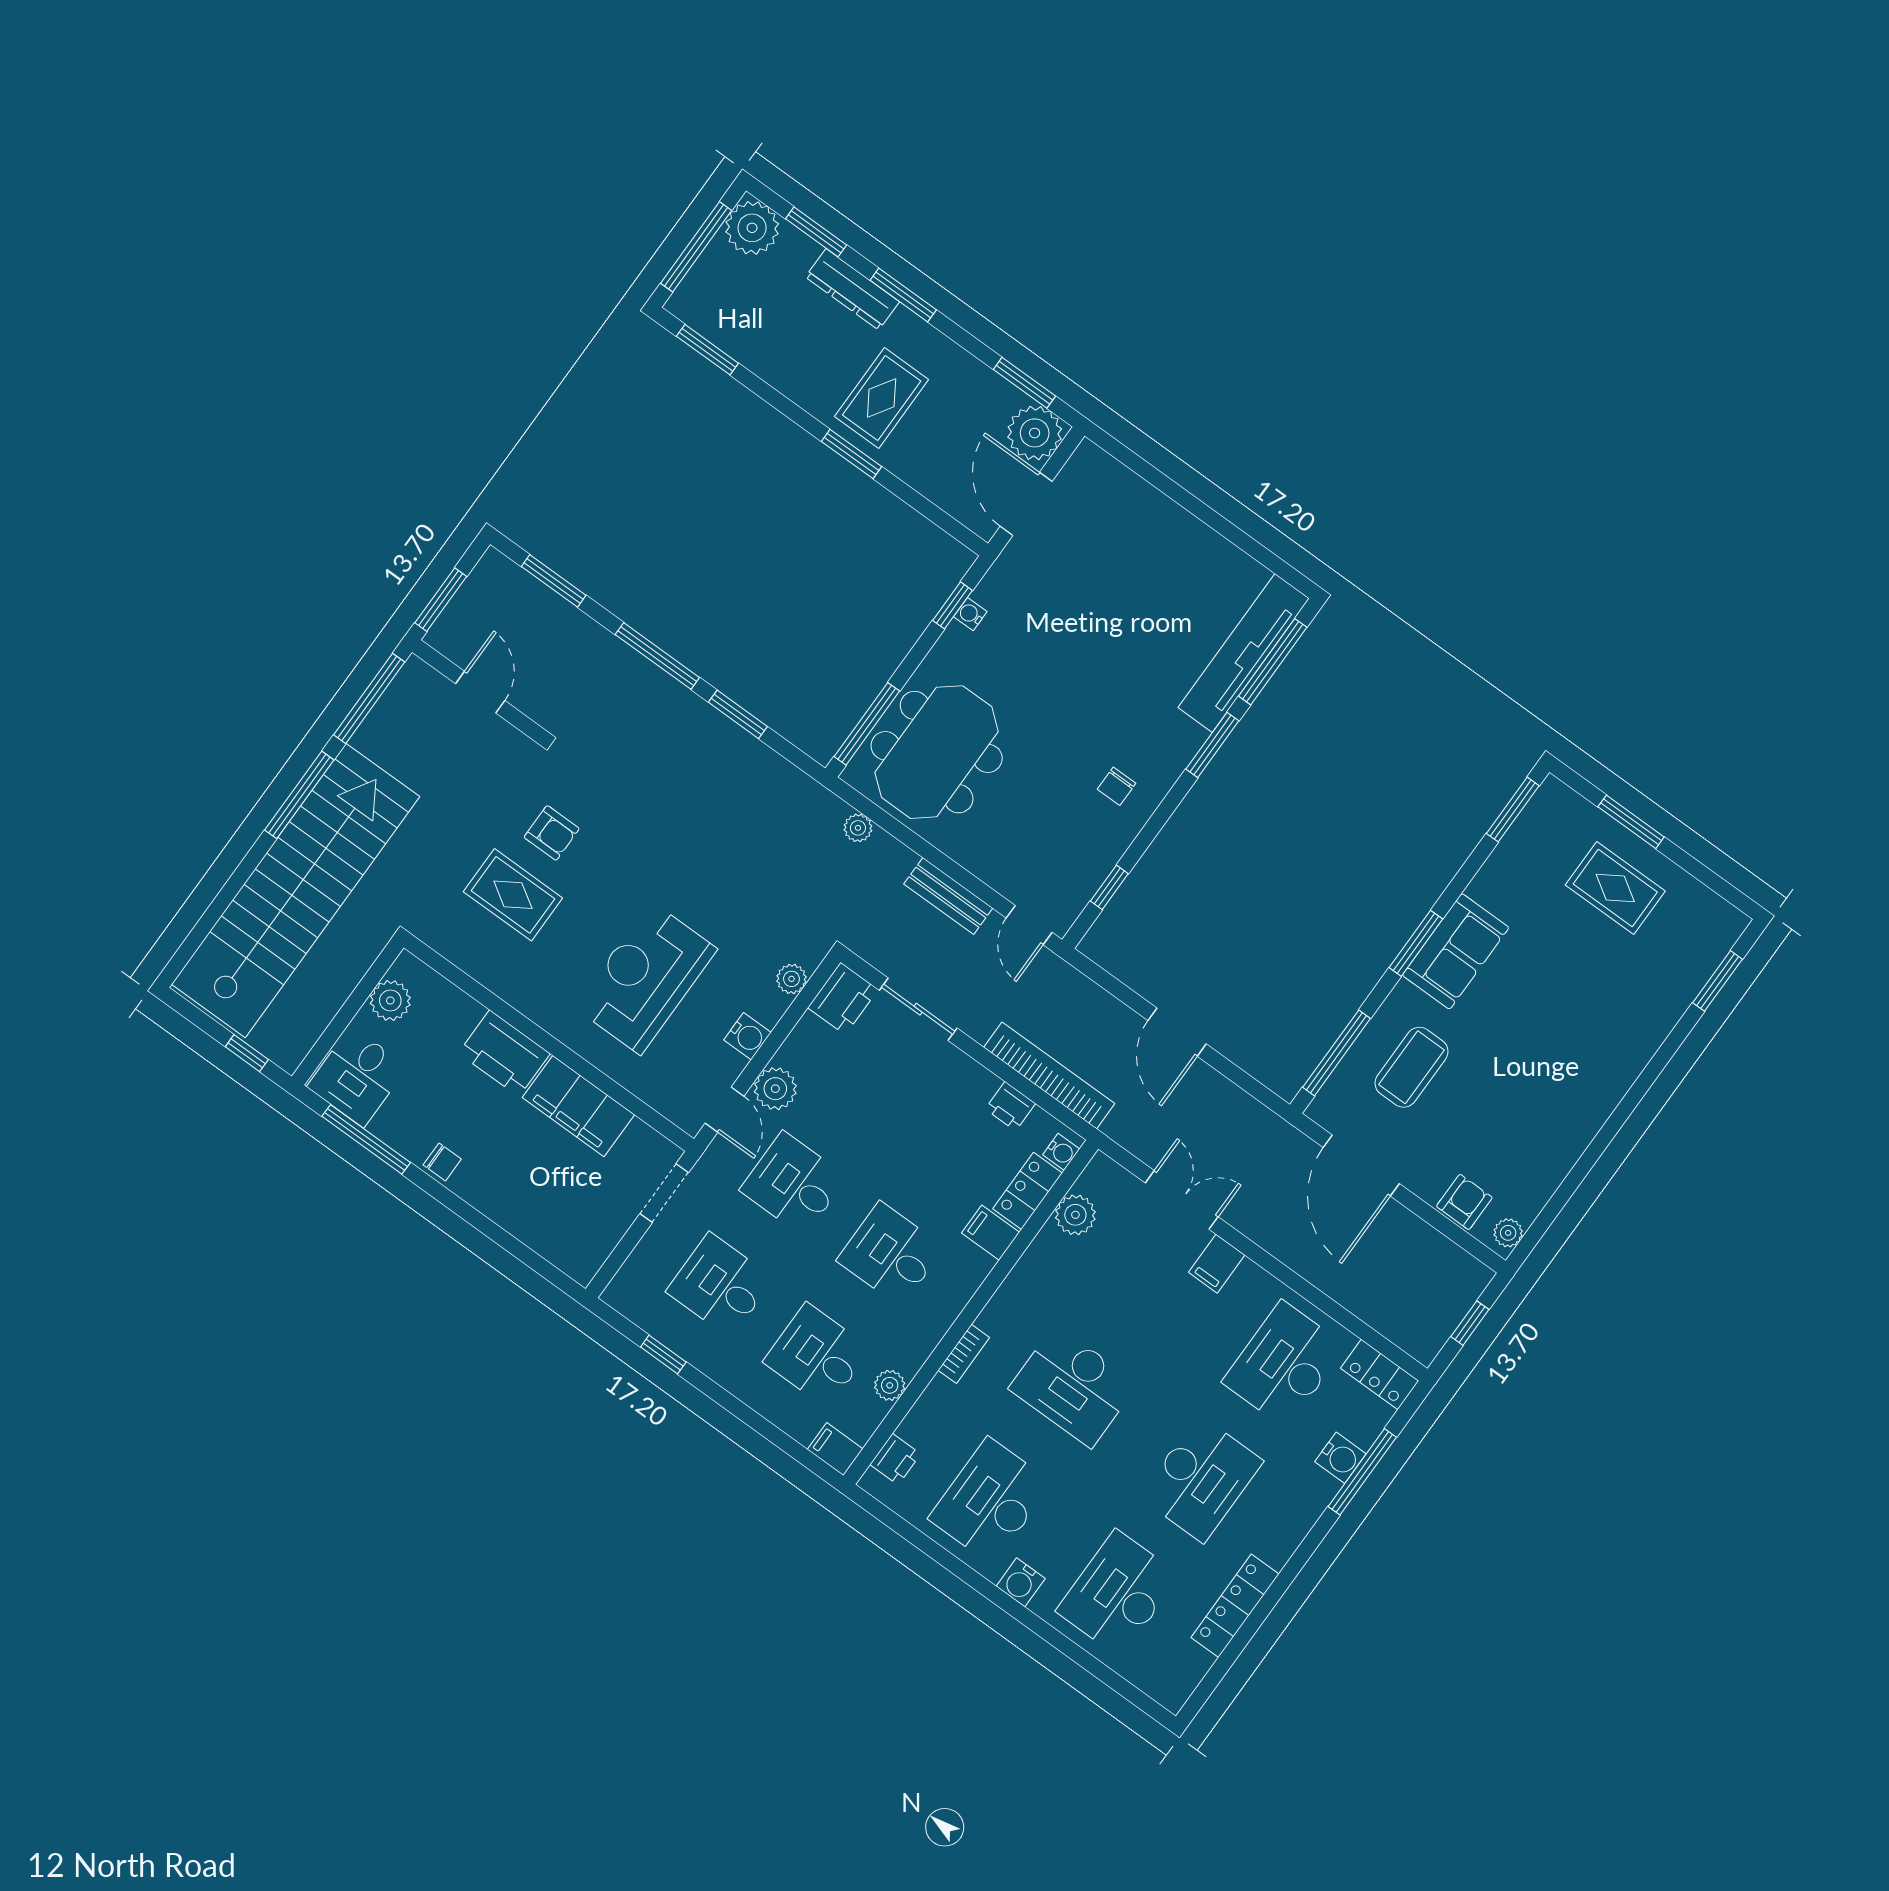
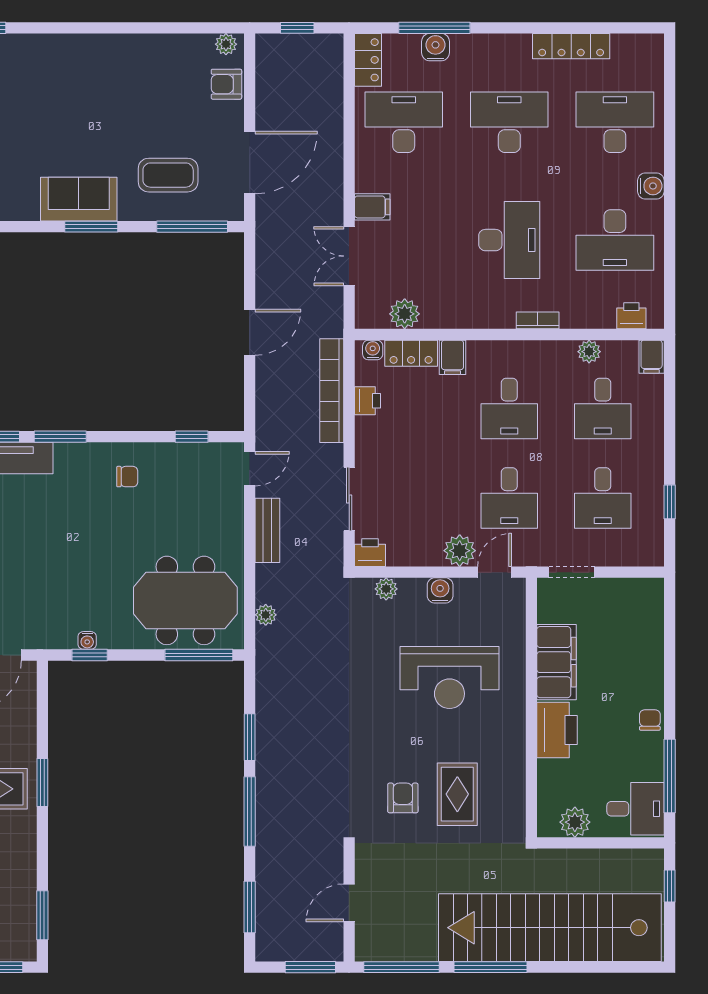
printer: (843, 999) -> (370, 553), width x0.73, depth x0.81
desk: (1284, 1364) -> (404, 122), turned 180
desk: (1118, 1593) -> (615, 122), turned 180

